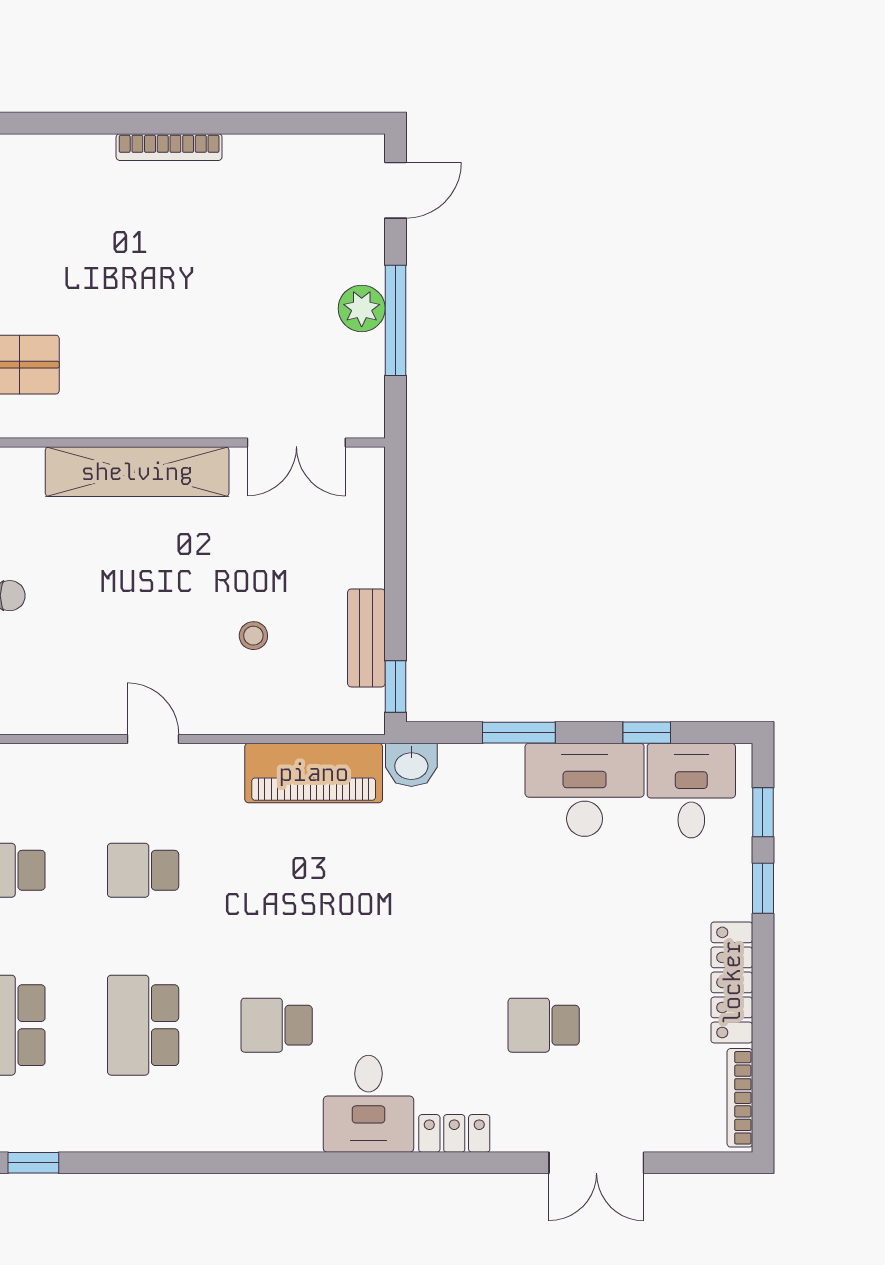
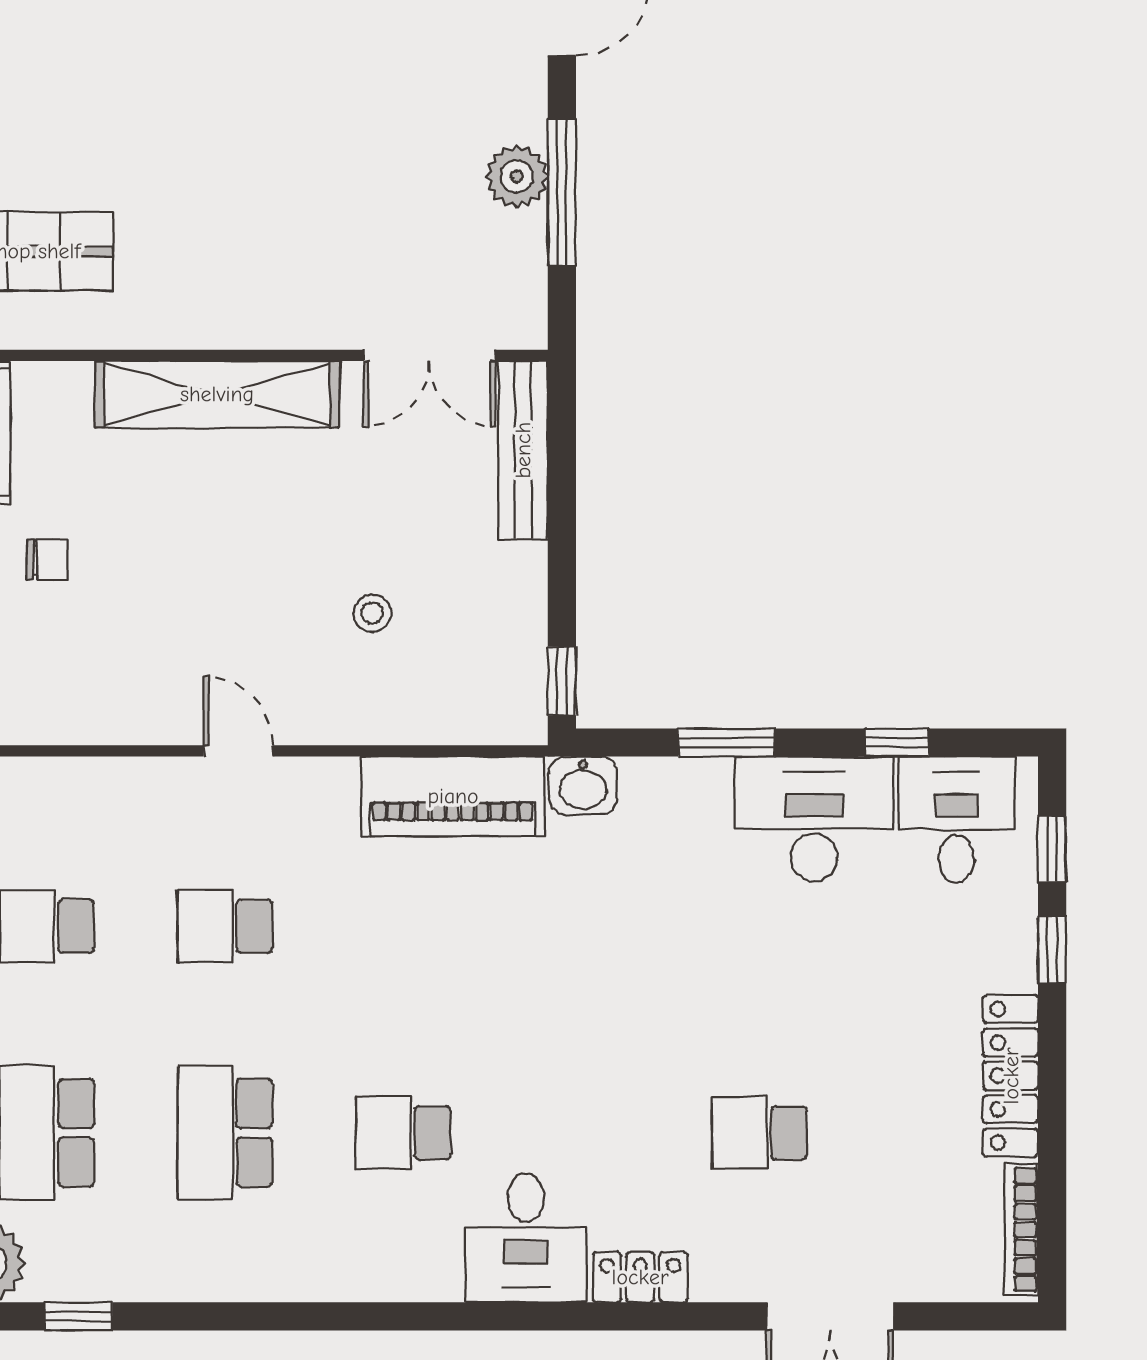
bench: (366, 638) -> (523, 450), moved, width x1.36

